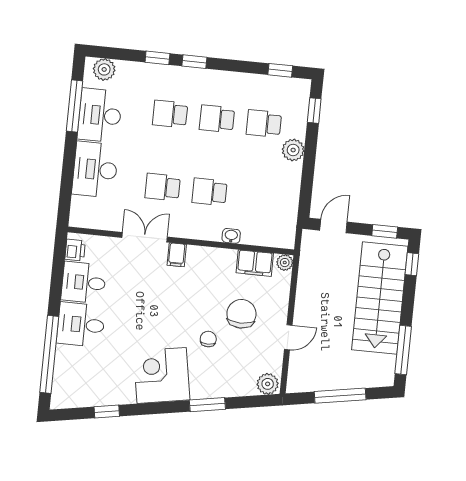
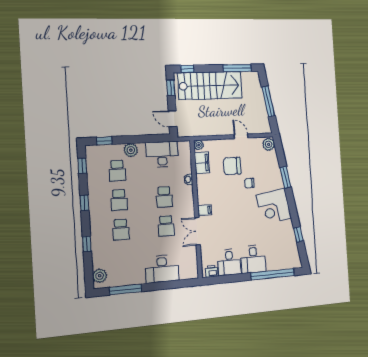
window: (194, 62) -> (84, 203), moved
desk: (100, 115) -> (162, 154), moved, turned 180

